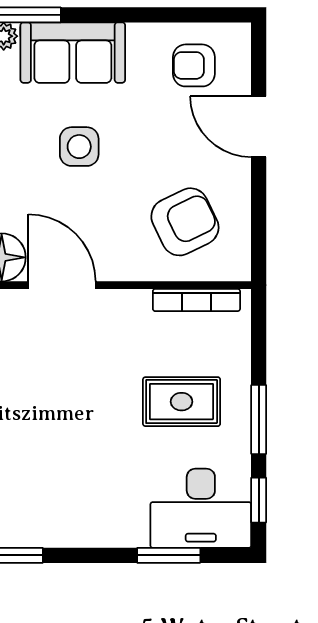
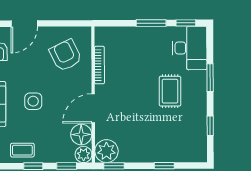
bookcase: (196, 300) -> (99, 65), moved
rug: (182, 402) -> (170, 91), moved
window: (169, 555) -> (210, 78), moved

